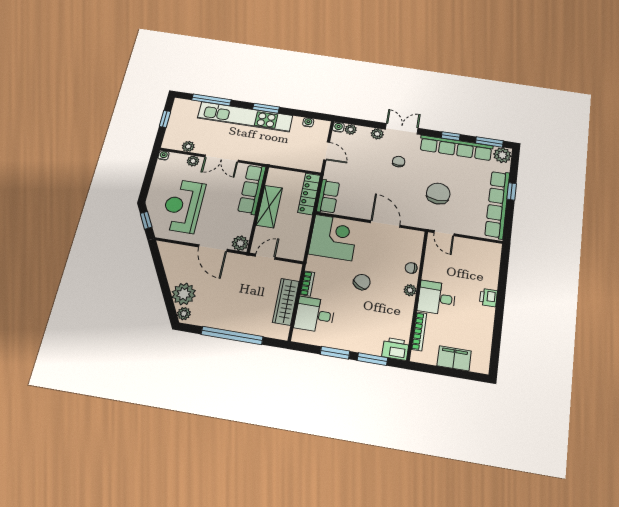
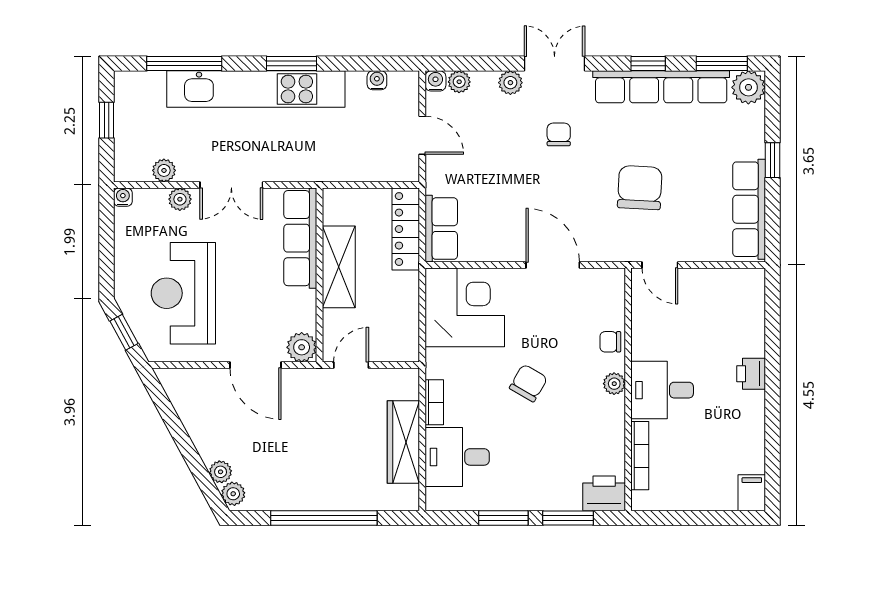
row of seats: (497, 204) -> (749, 209), width x0.73
plant: (184, 294) -> (221, 472), width x0.53, depth x0.53
filing cabinet: (454, 358) -> (752, 493), moved, width x0.50

